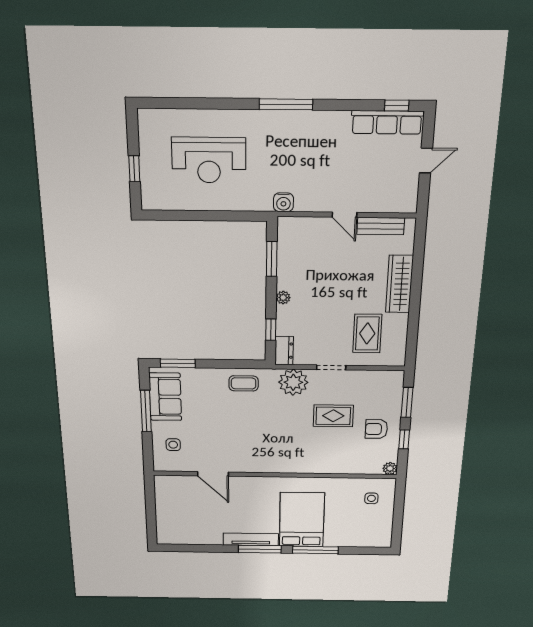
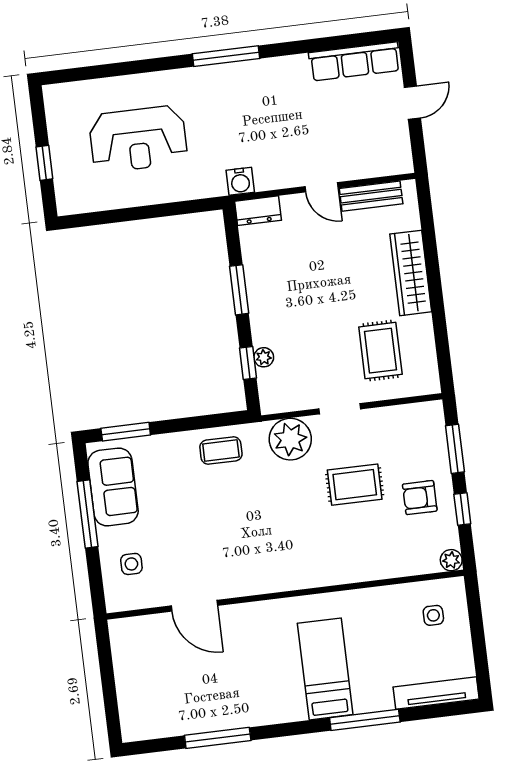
window: (397, 106) -> (363, 39), removed
window: (272, 259) -> (239, 290), moved
plant: (283, 298) -> (264, 357), moved
dresser: (284, 351) -> (258, 211), moved, turned 90
bed: (302, 520) -> (325, 669), width x0.67
tv unit: (251, 539) -> (436, 693), moved
window: (260, 549) -> (218, 738), moved

